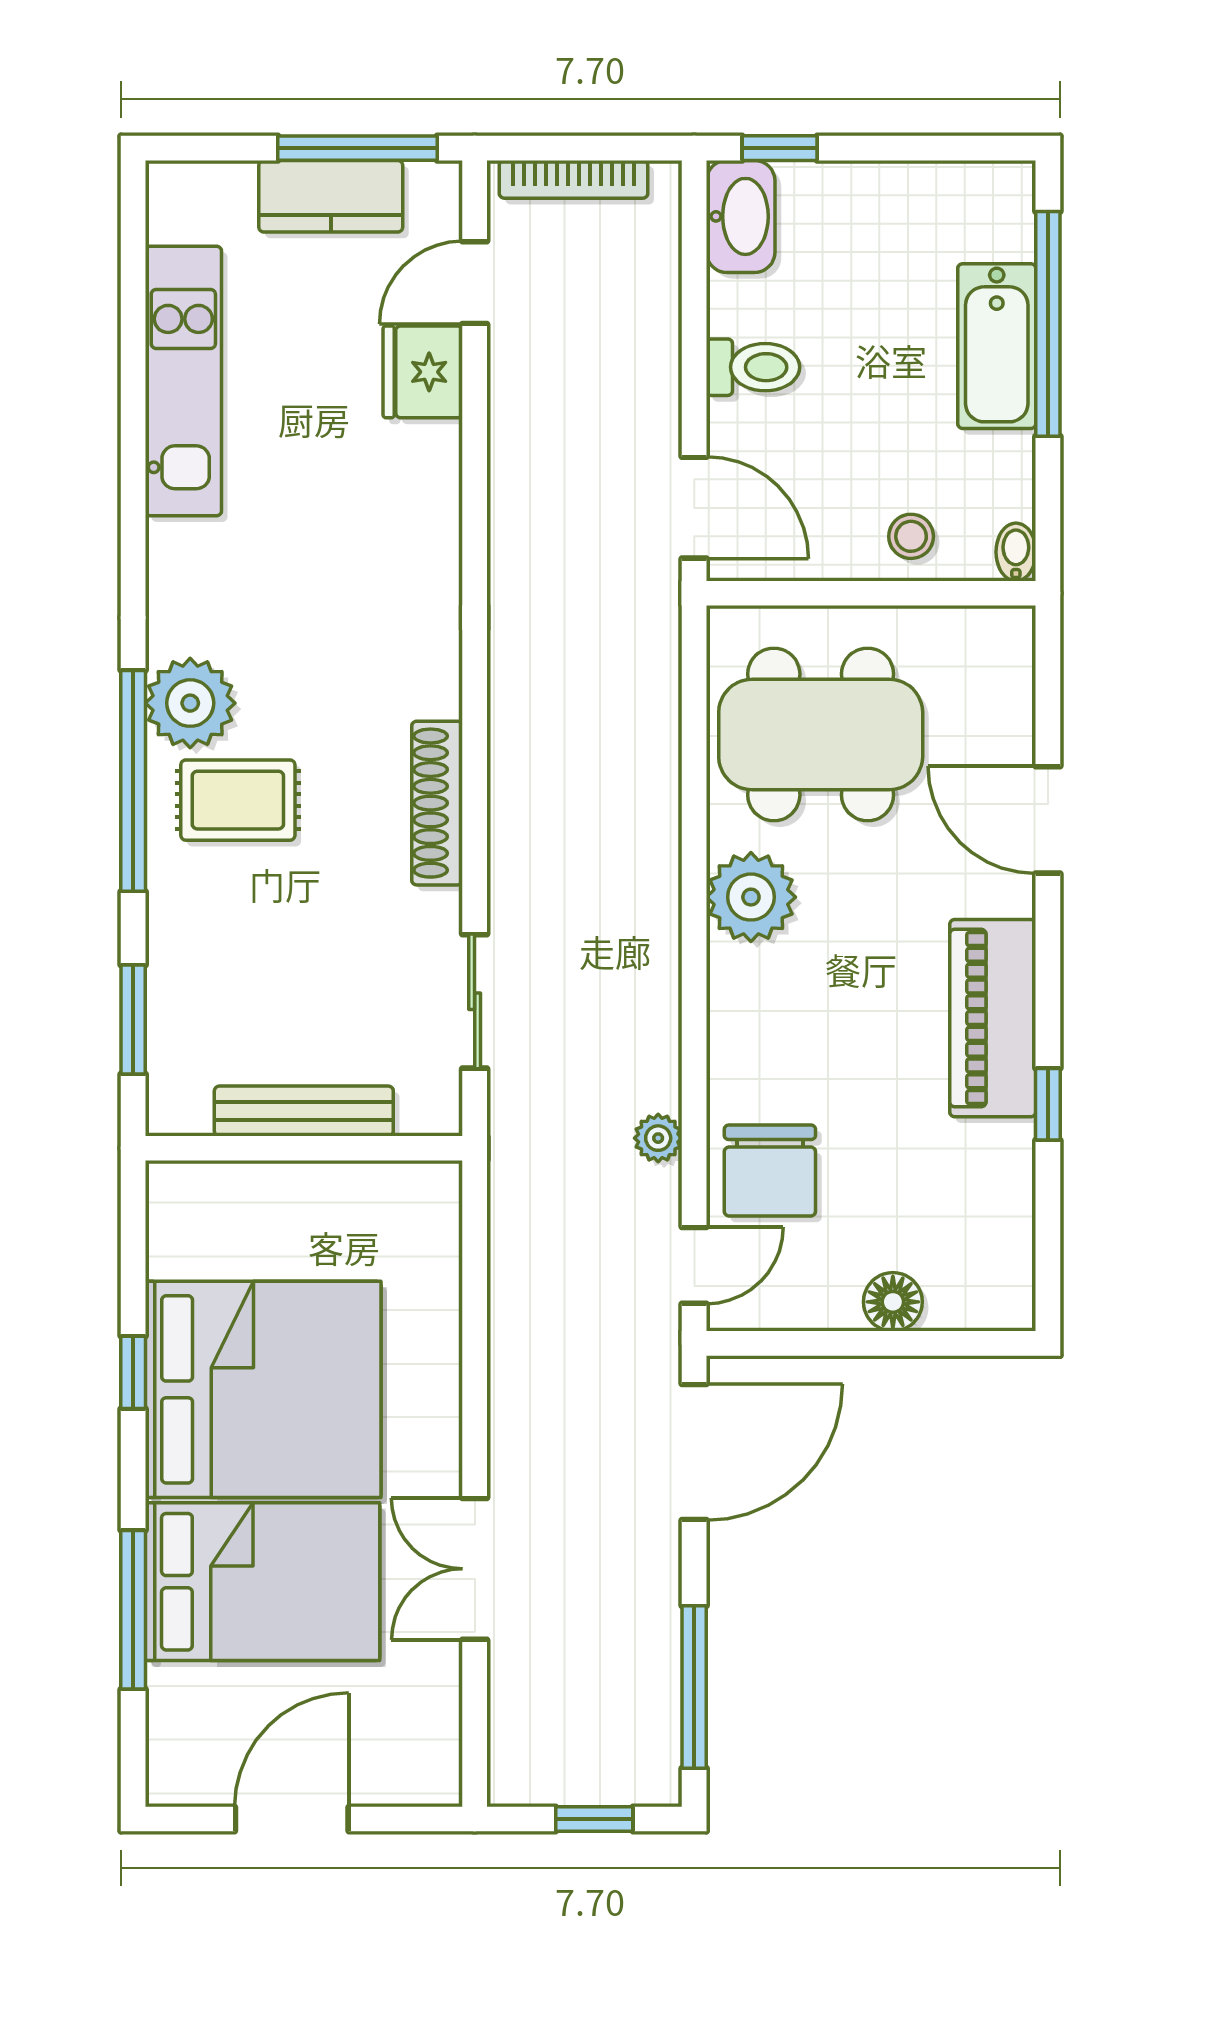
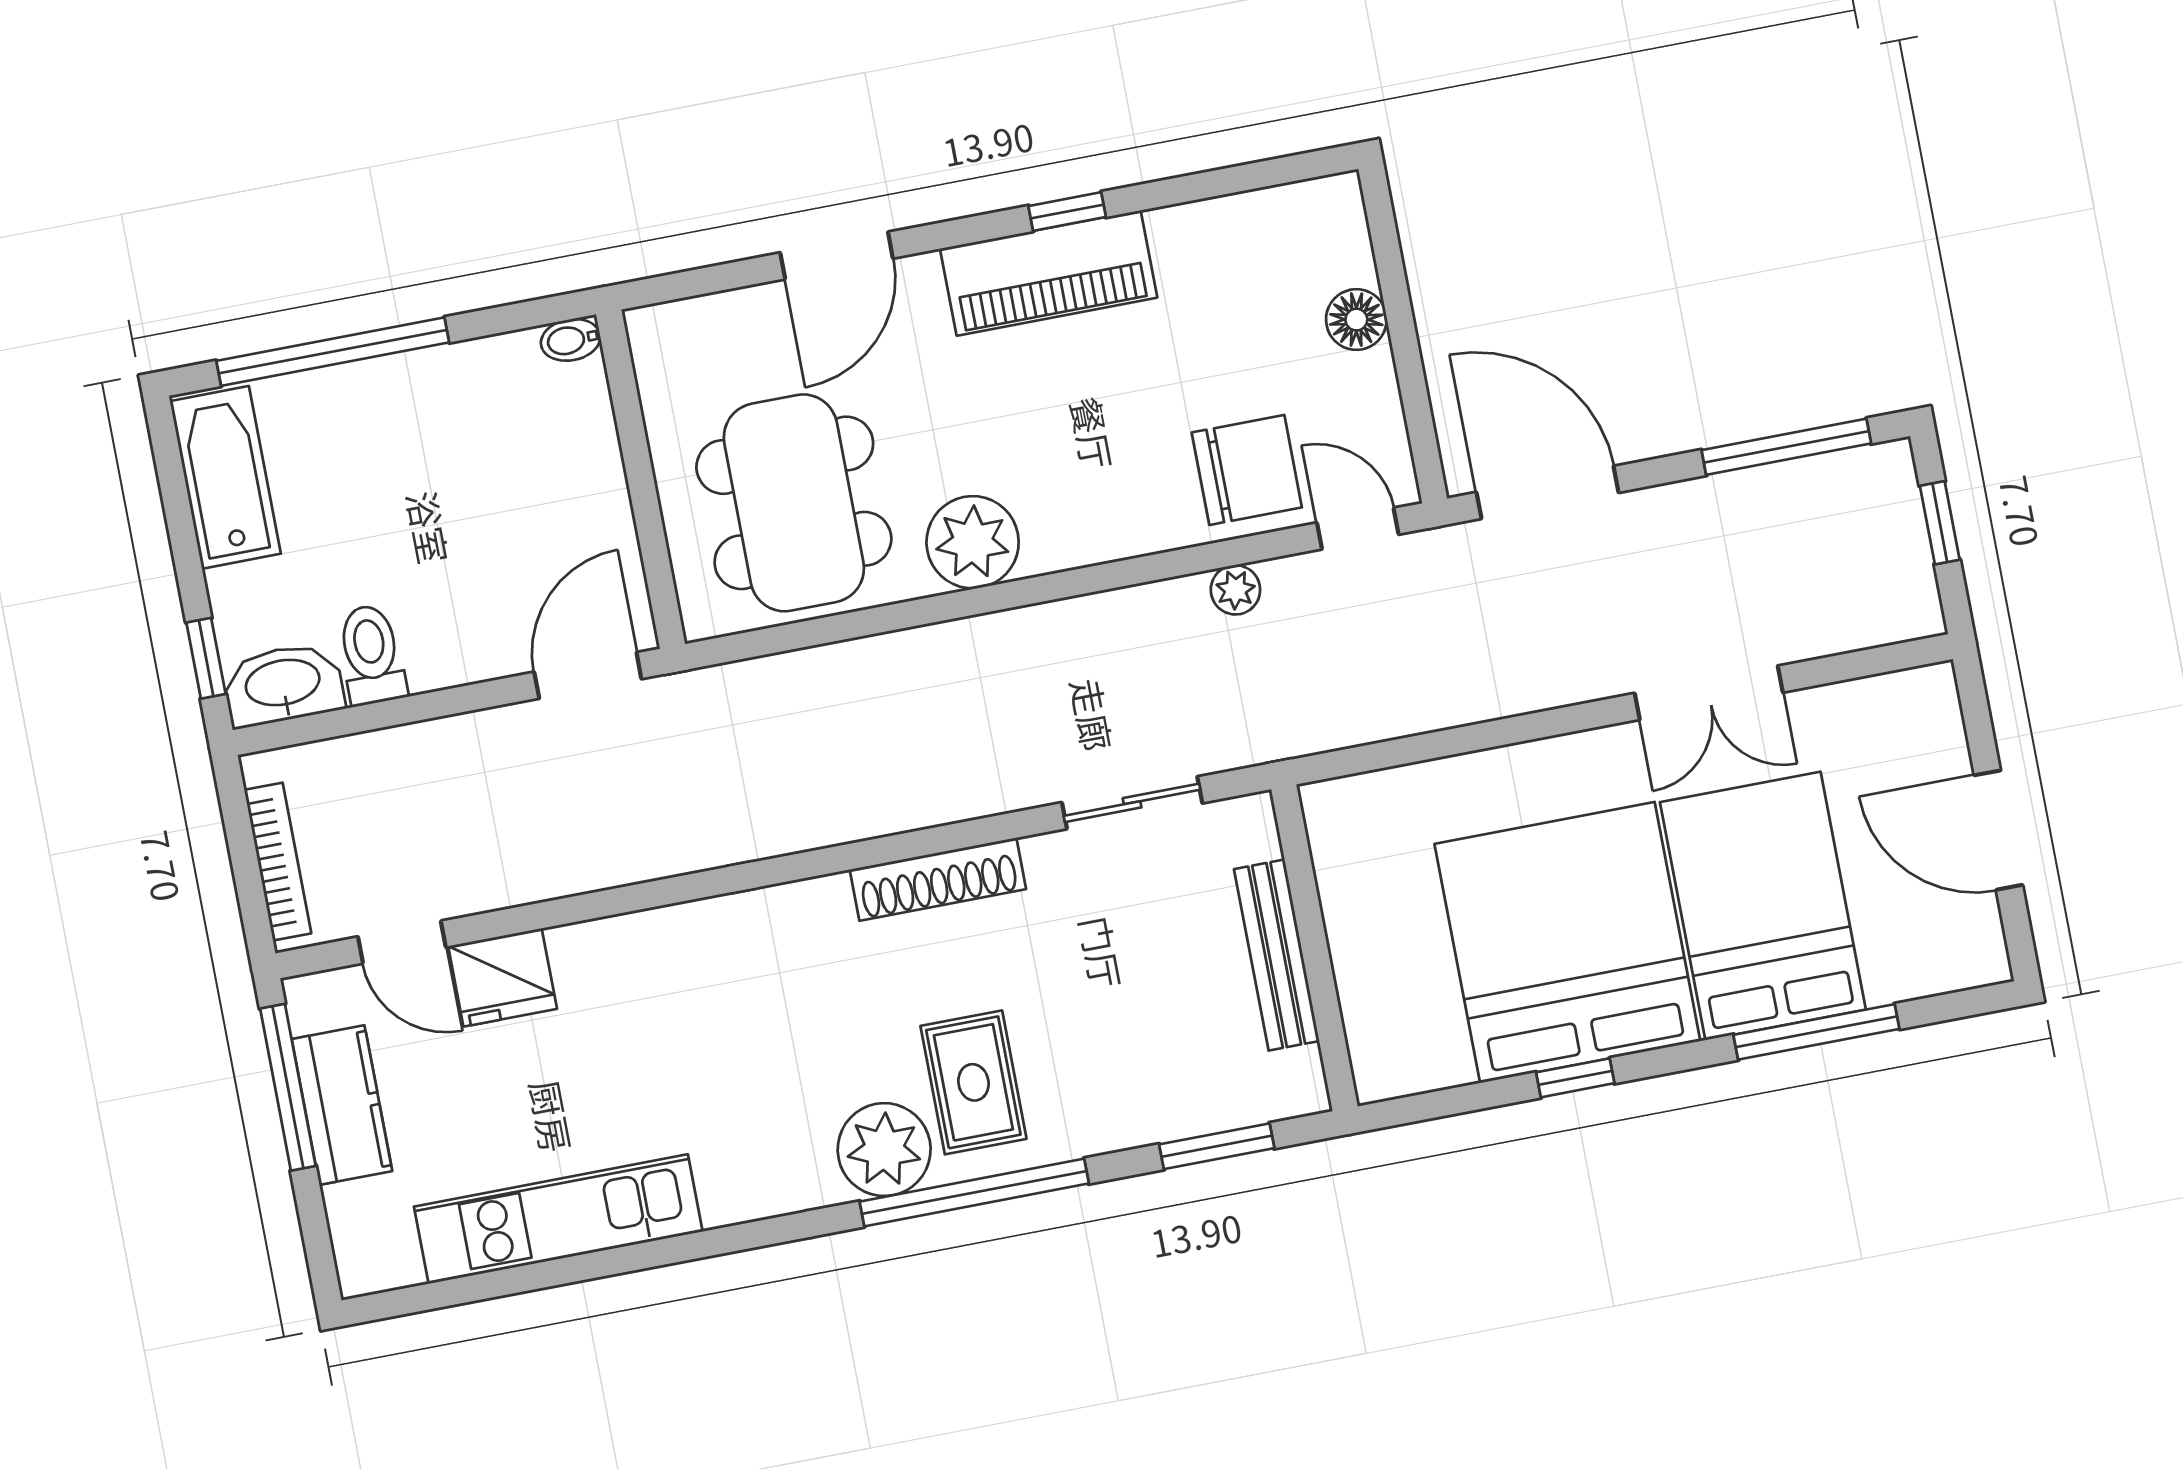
bathtub: (997, 346) -> (225, 477), moved, turned -90
toilet: (753, 367) -> (371, 655), moved
stool: (911, 536) -> (575, 449), removed
window: (1048, 1104) -> (1067, 212), moved

